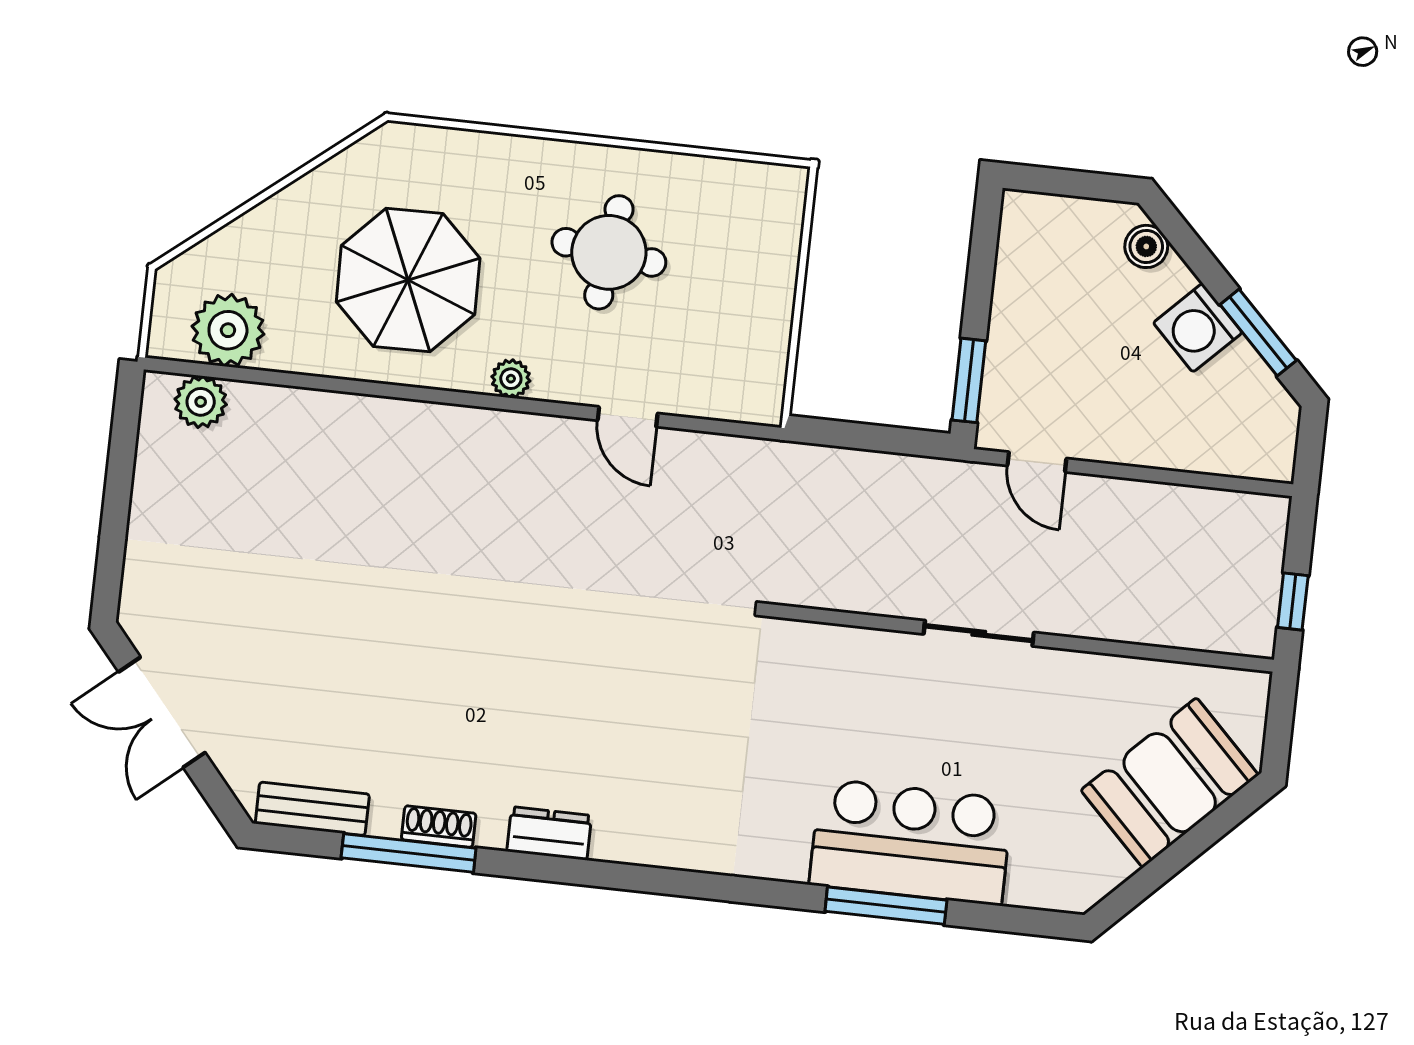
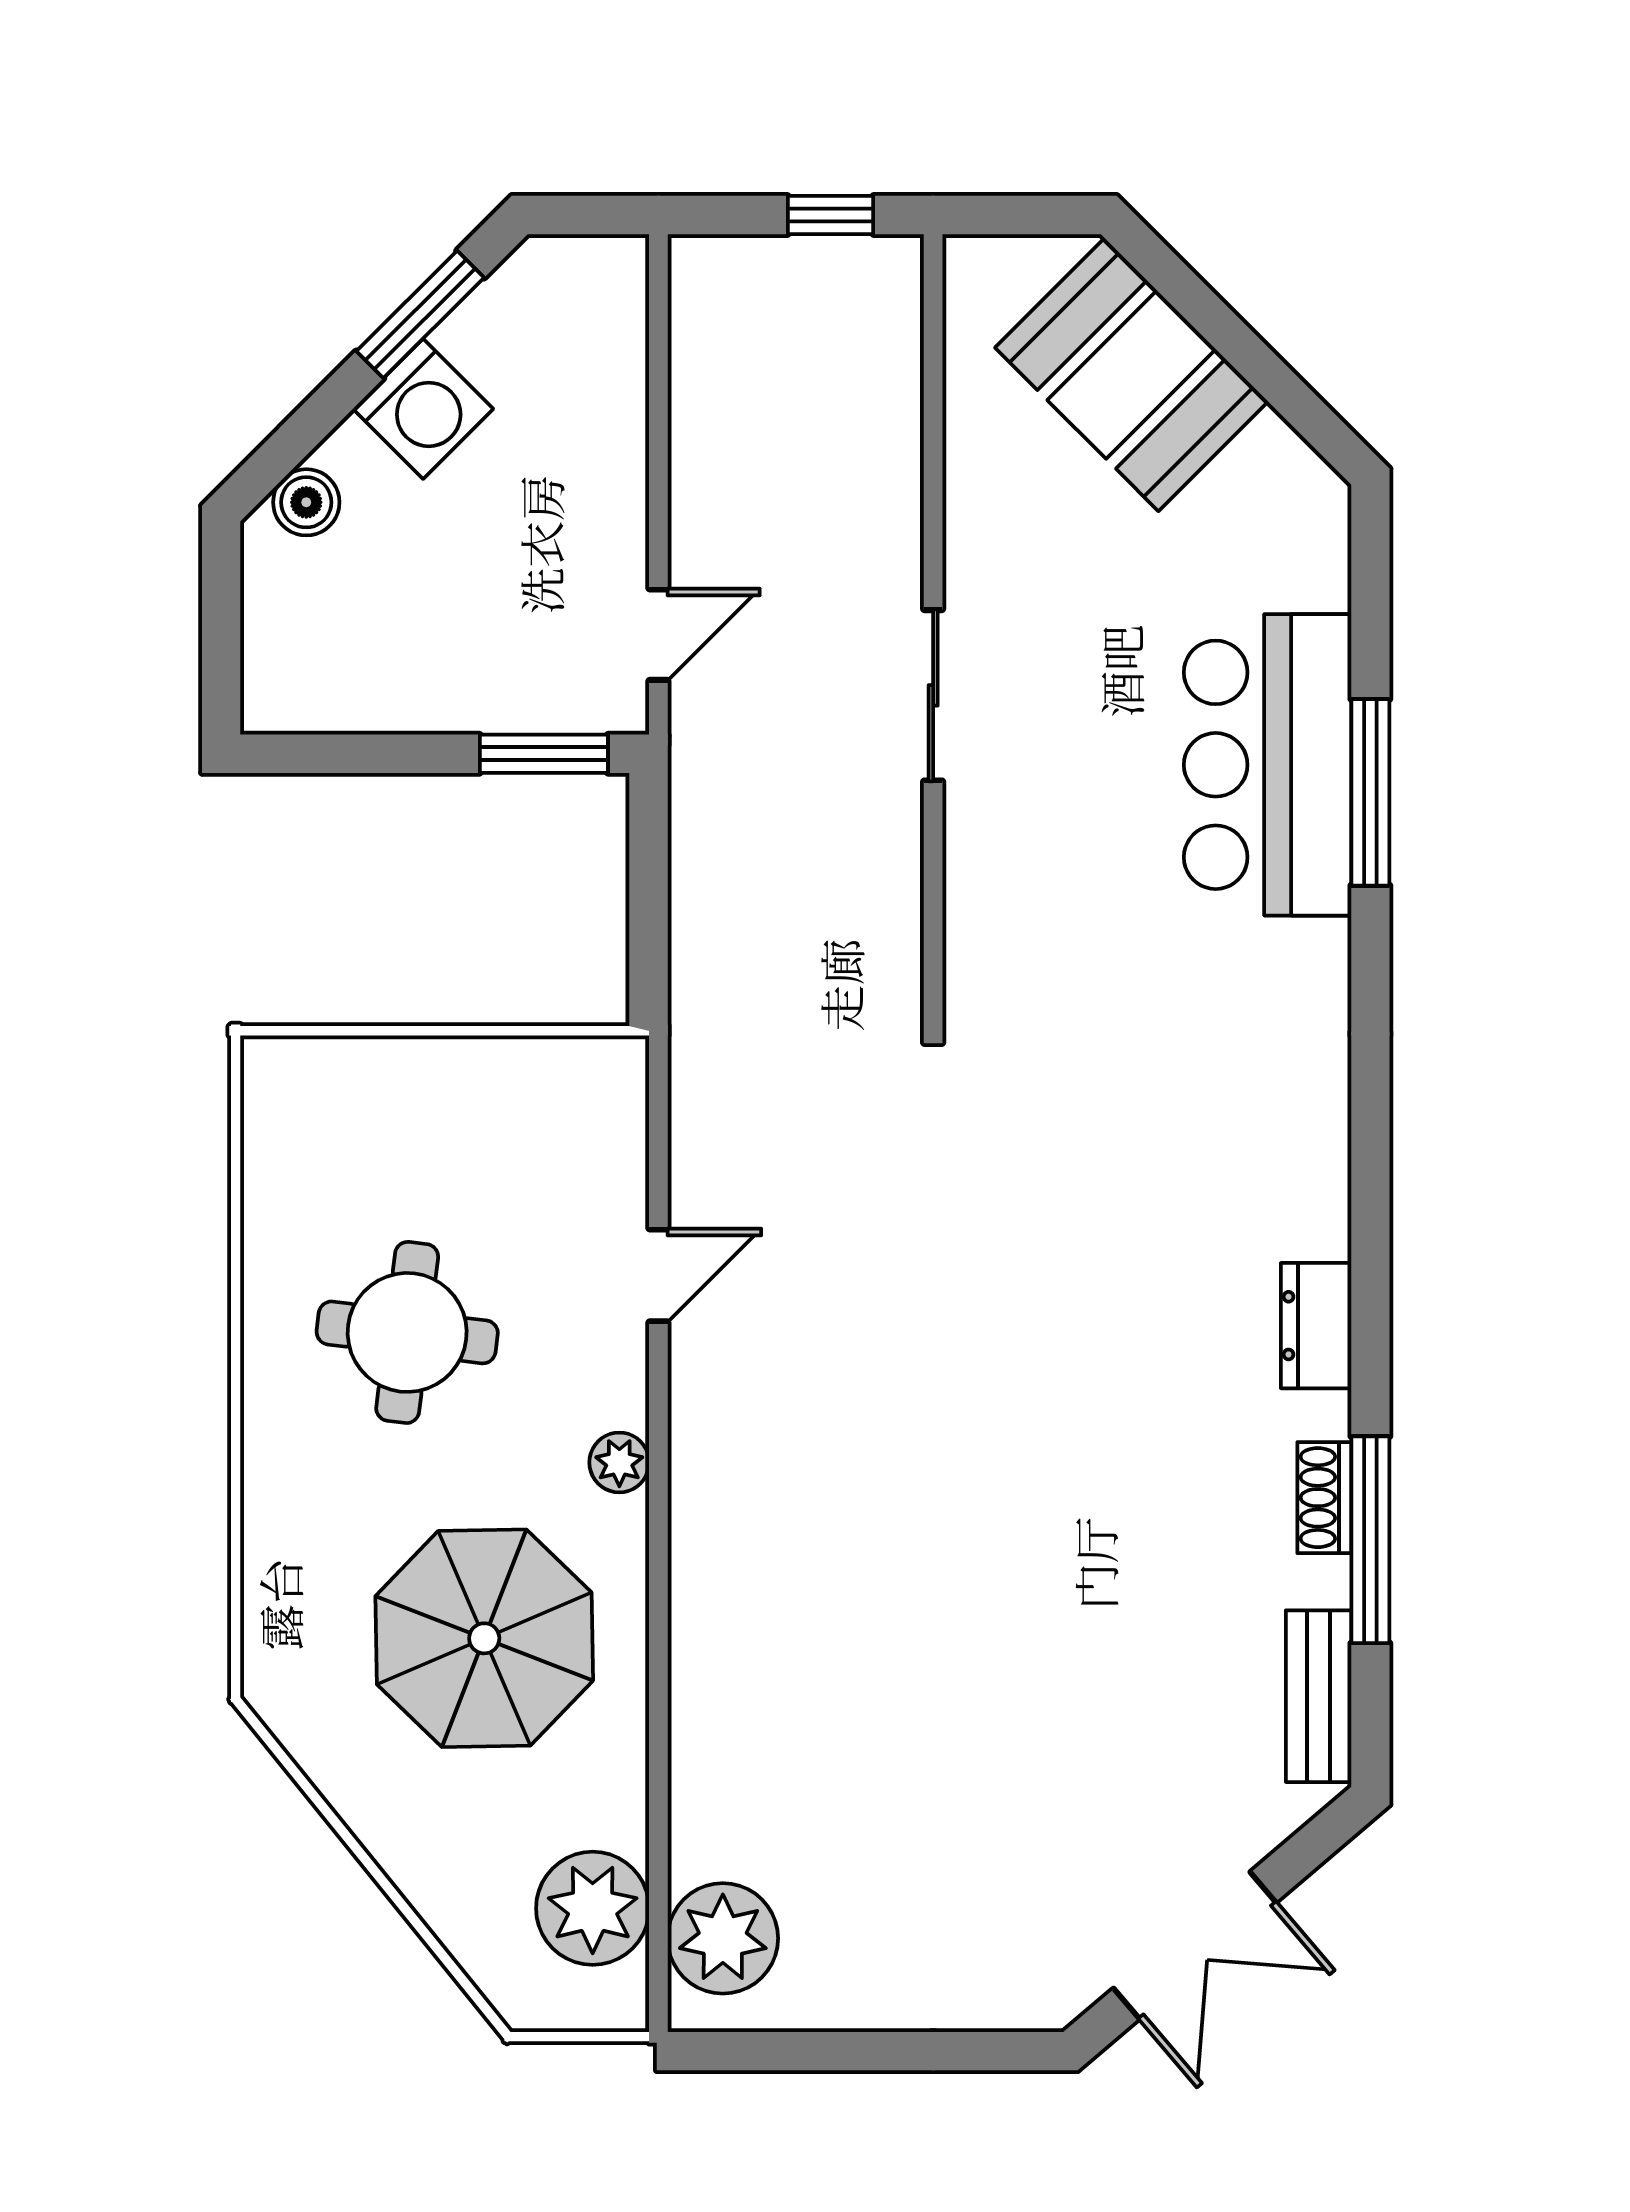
plant: (201, 402) -> (723, 1938), width x1.36, depth x1.36

